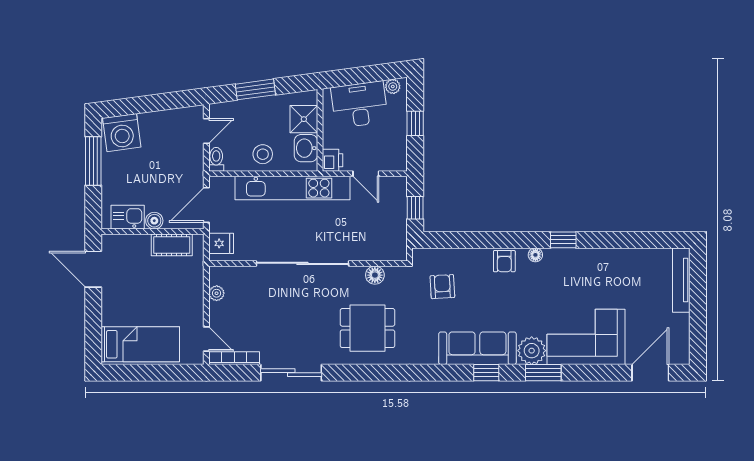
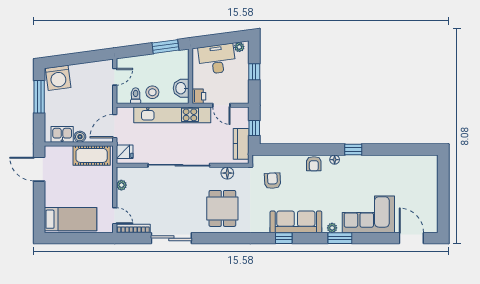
window: (255, 89) -> (165, 47), moved
shower: (304, 119) -> (180, 69), removed
toilet: (216, 159) -> (136, 96), moved
kitchen counter: (396, 231) -> (241, 144), added
cot: (172, 245) -> (92, 155), width x1.37, depth x1.34
tv unit: (681, 280) -> (432, 176), removed
dining table: (367, 328) -> (222, 208), turned 90
plant: (532, 351) -> (332, 228), width x0.53, depth x0.53
window: (486, 373) -> (284, 238), moved
door: (650, 373) -> (411, 238), hinge flipped

